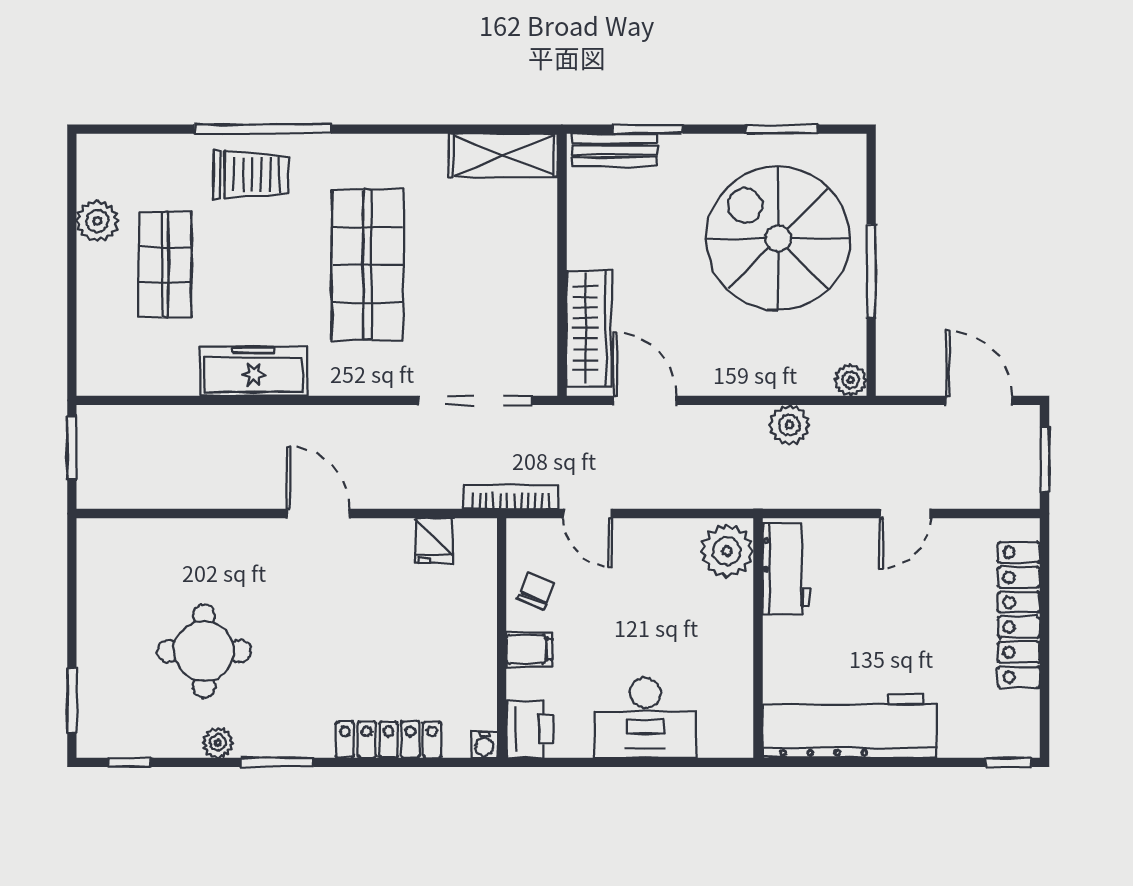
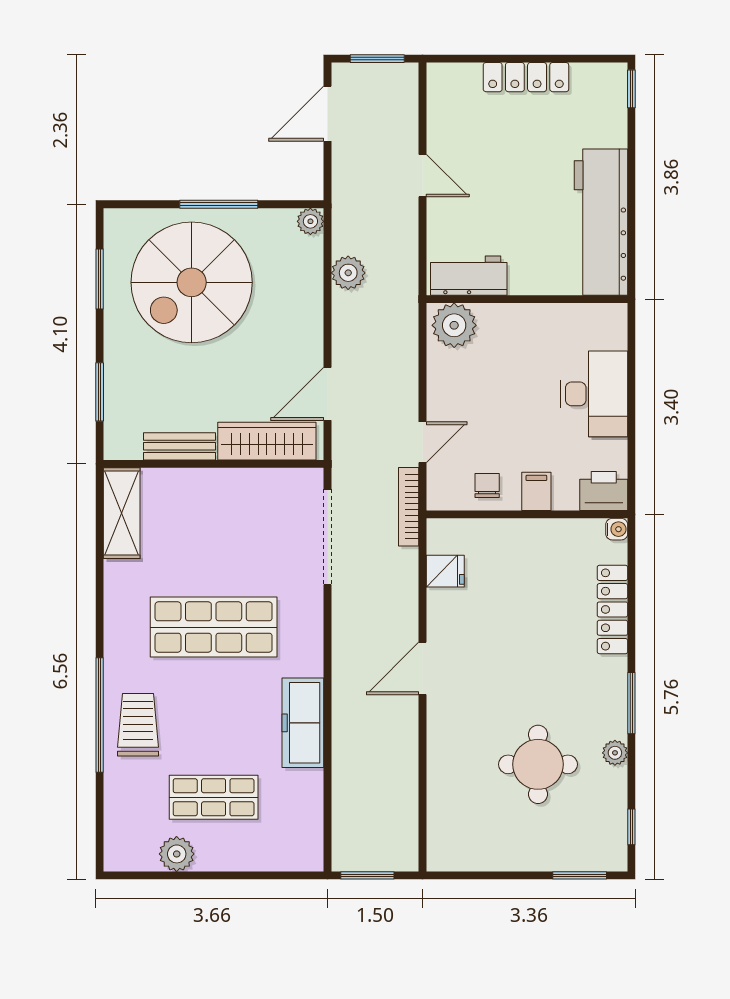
bench: (615, 150) -> (180, 446), moved, turned 90
chair: (536, 590) -> (487, 485), turned 68
locker: (1019, 615) -> (526, 77), width x0.71, depth x0.83

